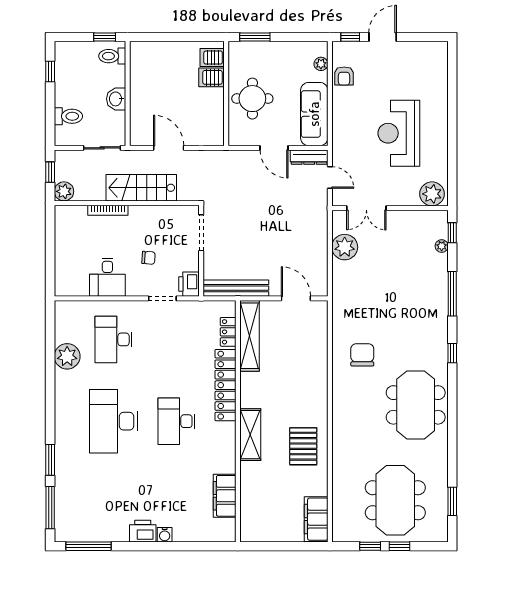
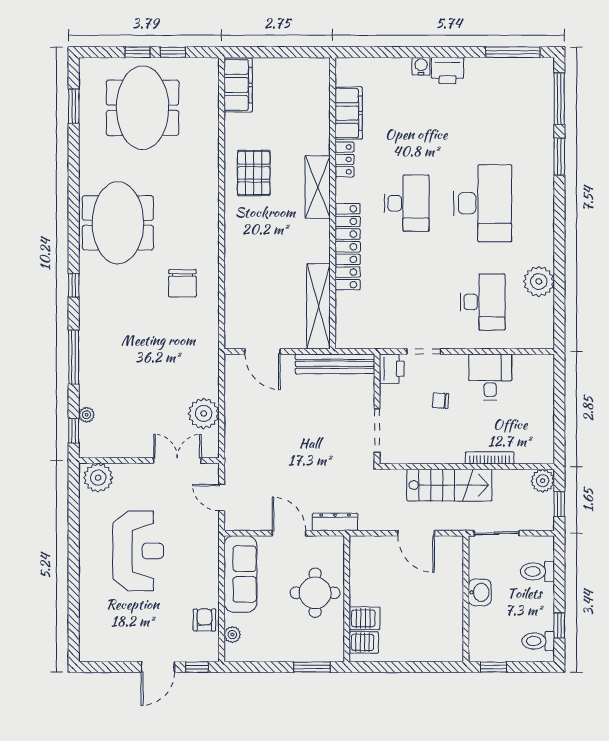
toilet: (112, 56) -> (538, 641), moved, turned 180
dresser: (309, 157) -> (335, 522), moved
locker: (228, 332) -> (344, 159), moved

